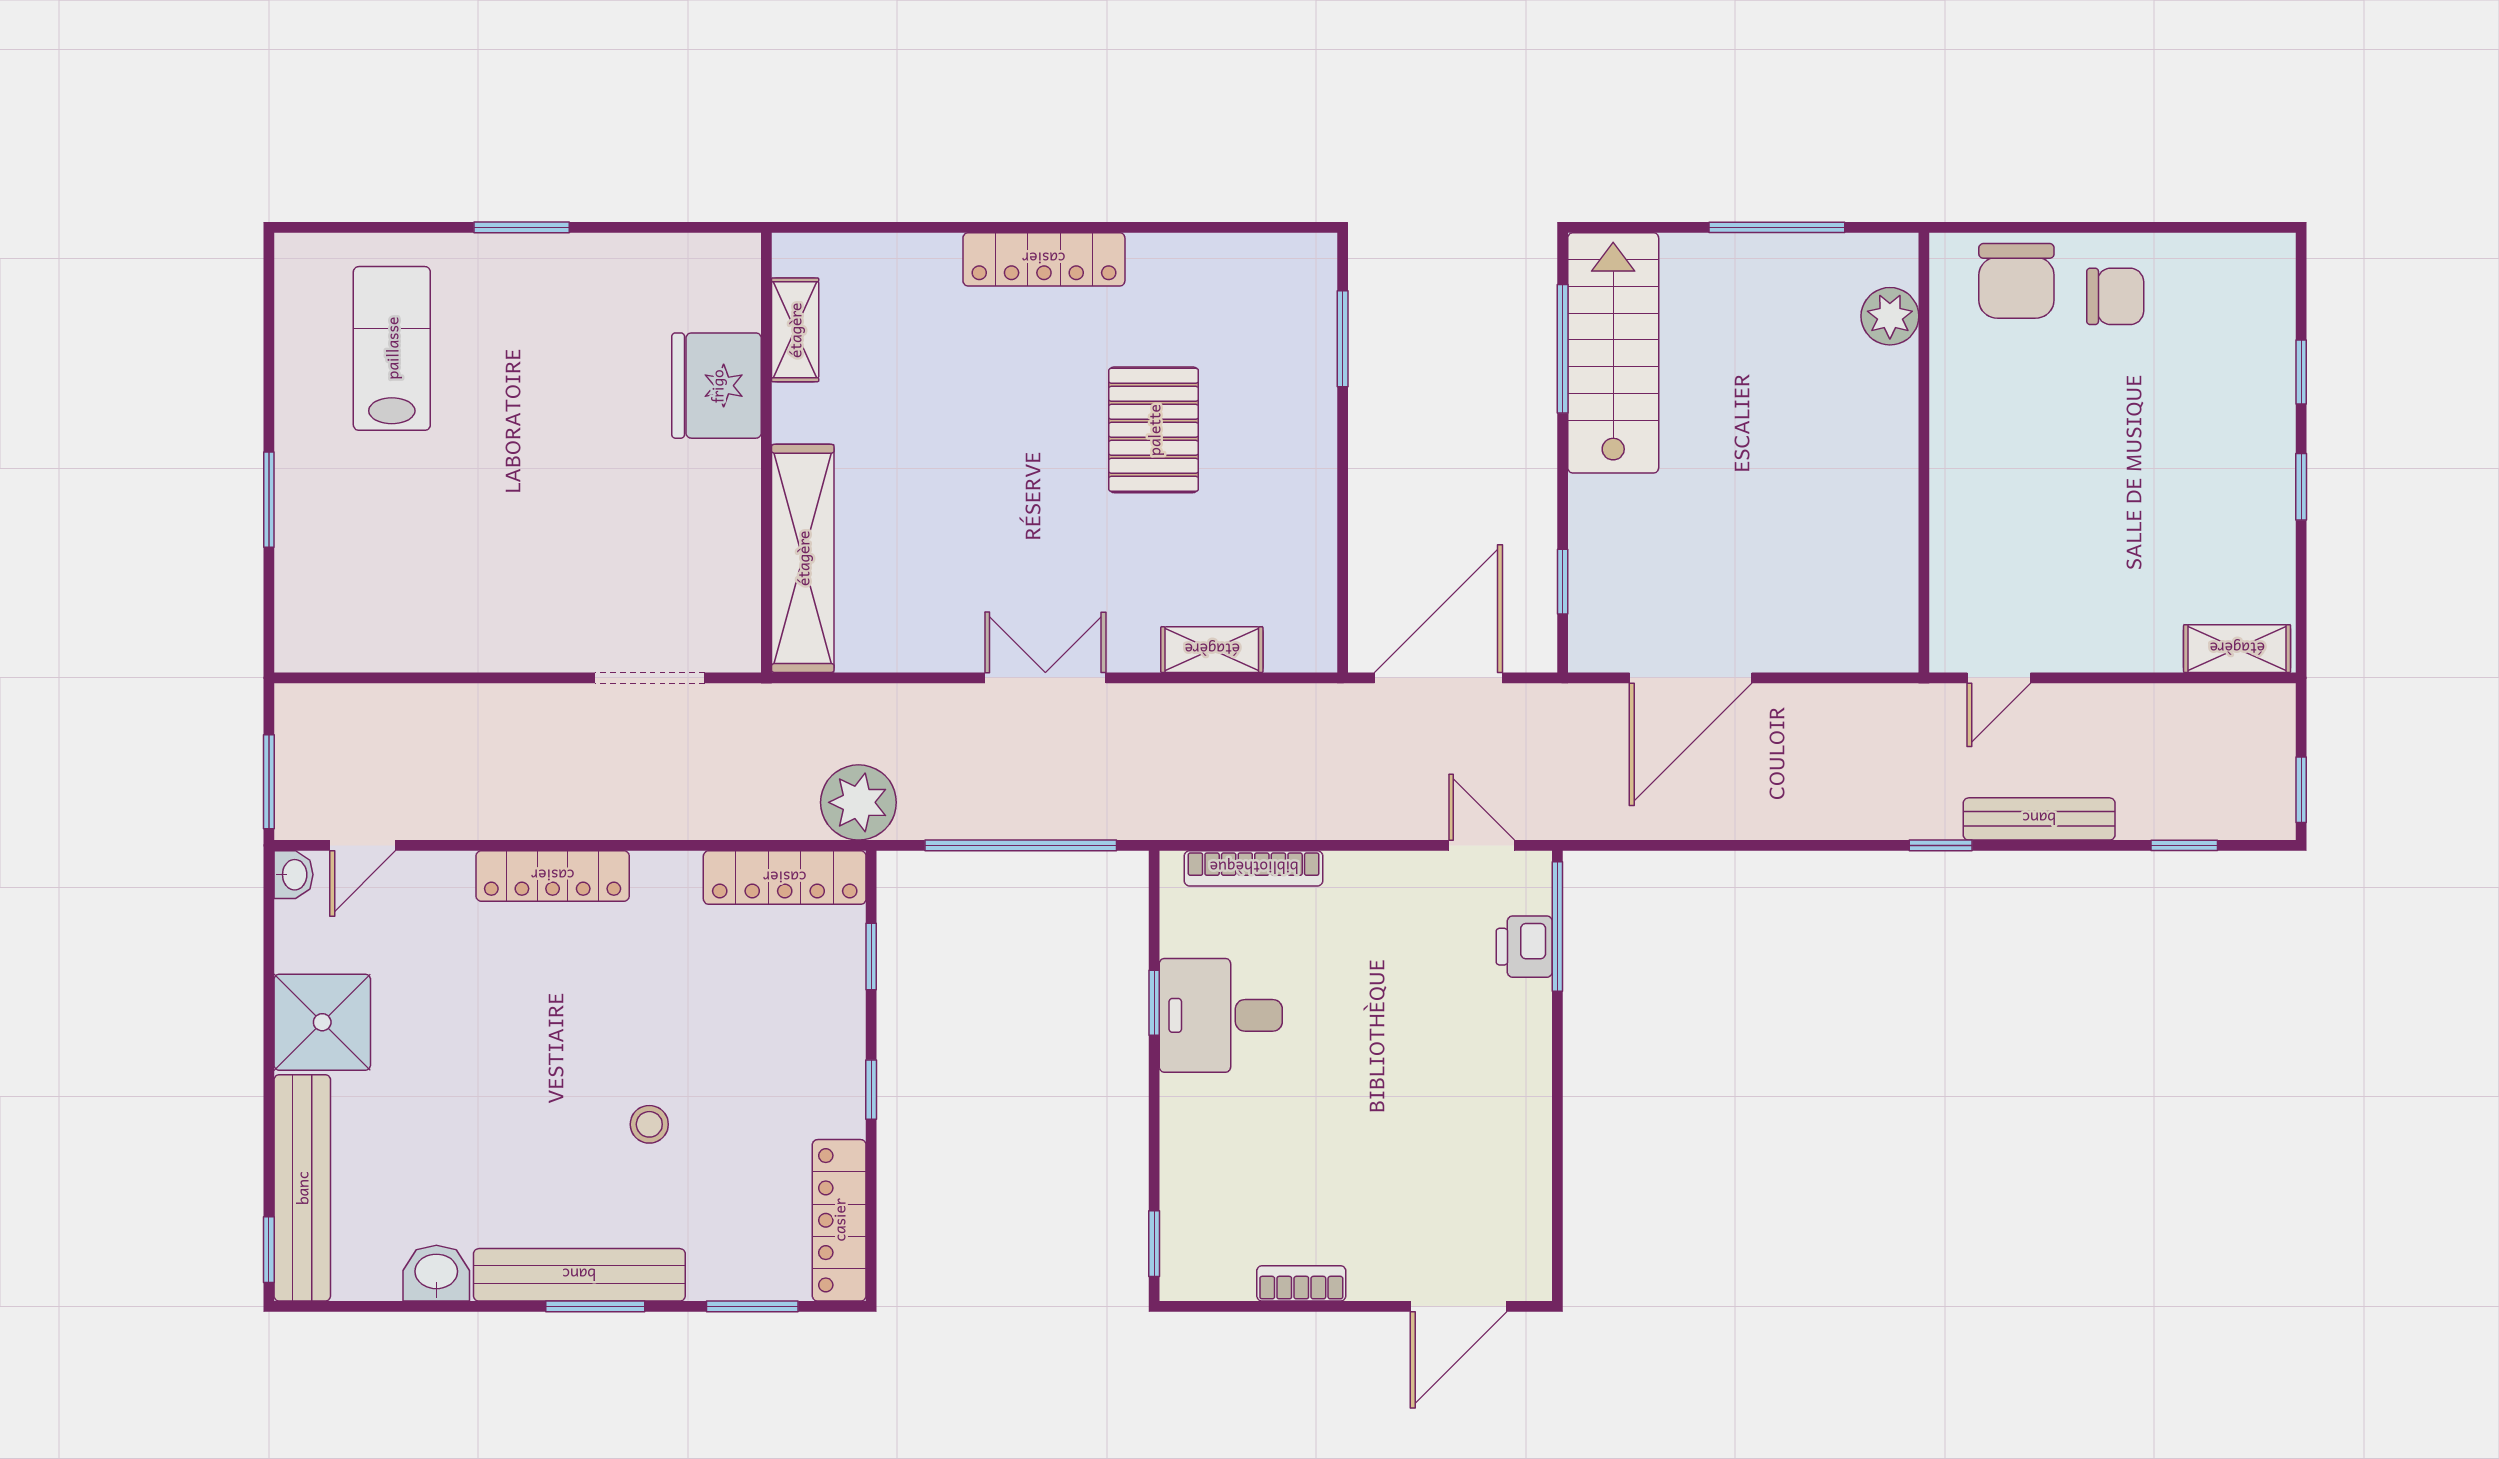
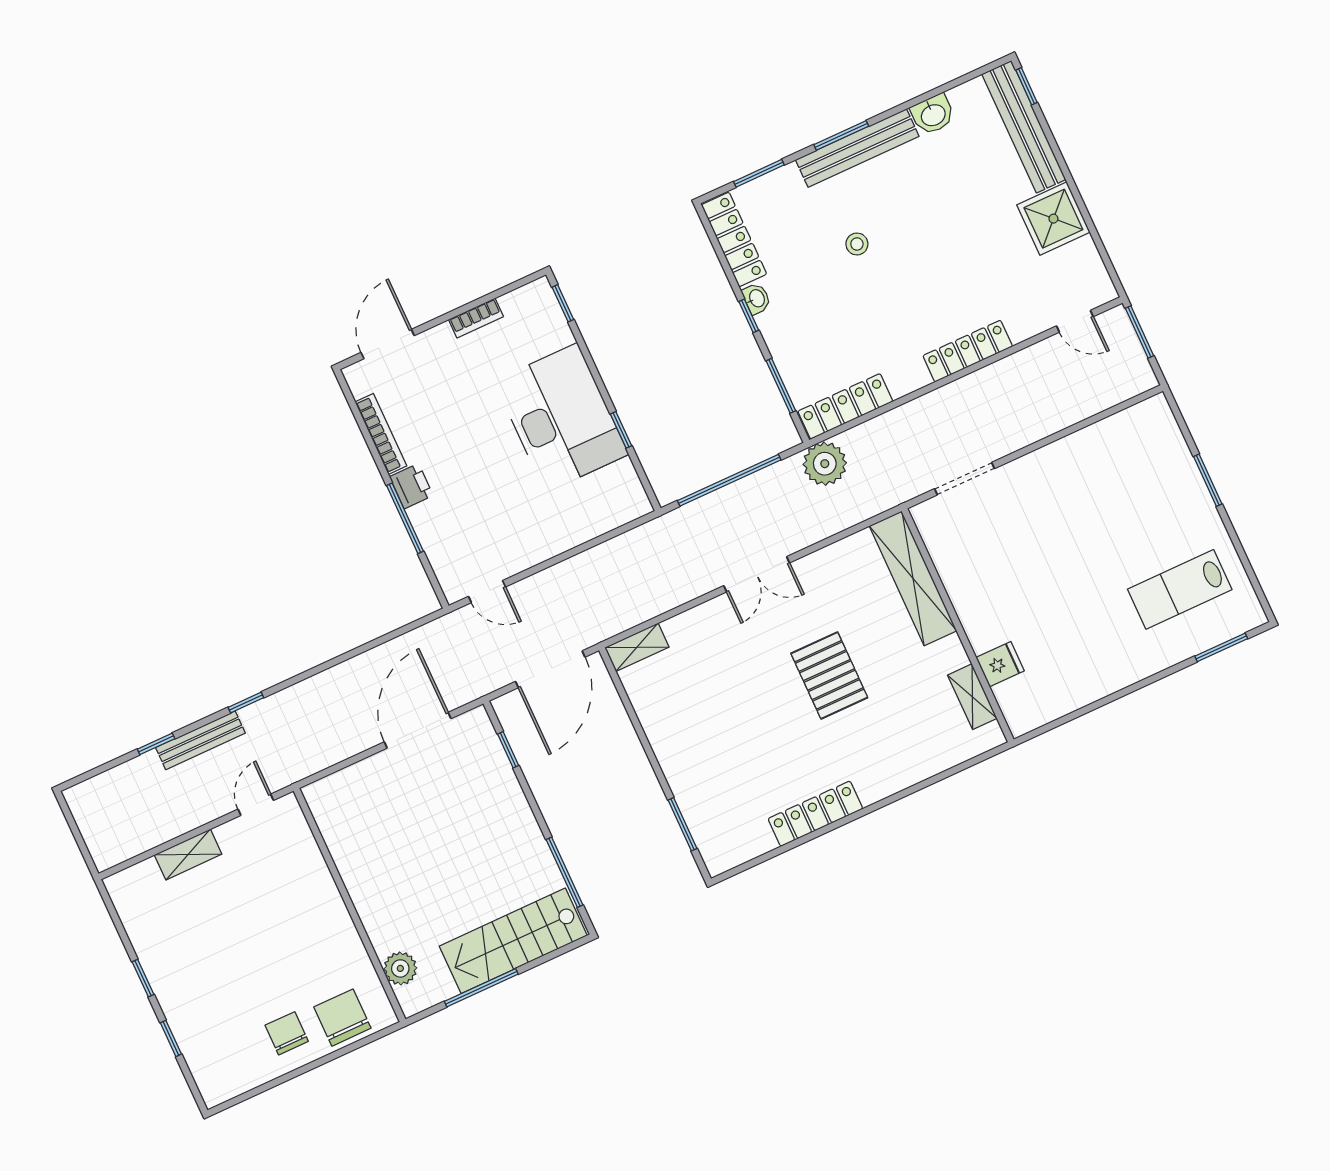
window: (522, 227) -> (1221, 647), moved
locker: (1044, 259) -> (815, 814), moved
chair: (2115, 296) -> (287, 1033), turned 90
lab bench: (392, 348) -> (1180, 589), turned 90
stairs: (1613, 353) -> (513, 941), moved, turned 90
fridge: (717, 386) -> (1000, 664), width x0.53, depth x0.75
pallet: (1154, 430) -> (829, 675), moved
shelving: (2237, 649) -> (188, 854), moved
shelving: (1212, 650) -> (637, 647), moved
window: (2301, 790) -> (70, 819), removed
door: (363, 845) -> (1075, 321), swing flipped
window: (2184, 845) -> (156, 744), moved
bookcase: (1254, 868) -> (381, 434), moved, turned 90
washbasin: (294, 875) -> (756, 299), moved, turned 180
window: (1557, 927) -> (405, 518), moved
printer: (1524, 947) -> (411, 486), moved
window: (871, 956) -> (781, 386), width x1.50
desk: (1221, 1015) -> (561, 418), width x1.87, depth x1.30

